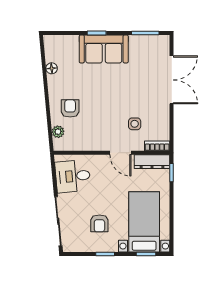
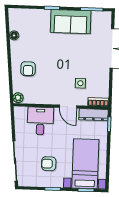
sofa: (104, 49) -> (71, 22), moved
armchair: (70, 108) -> (28, 69), turned 180
plant: (58, 132) -> (18, 98), moved
desk: (73, 176) -> (40, 121), moved, turned 95
armchair: (99, 223) -> (49, 164), turned 90

